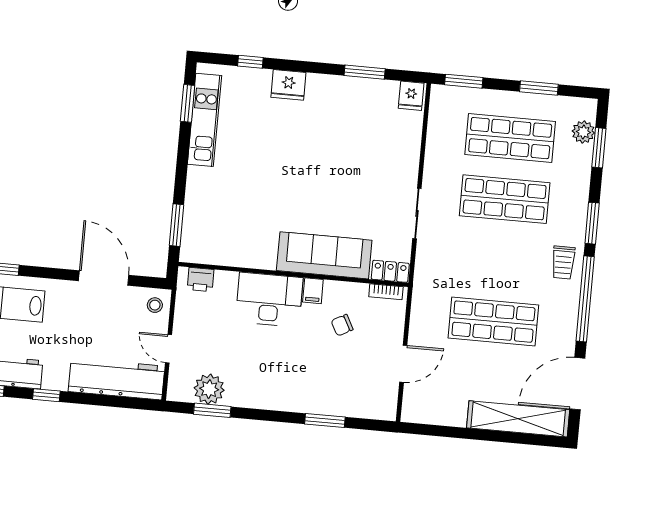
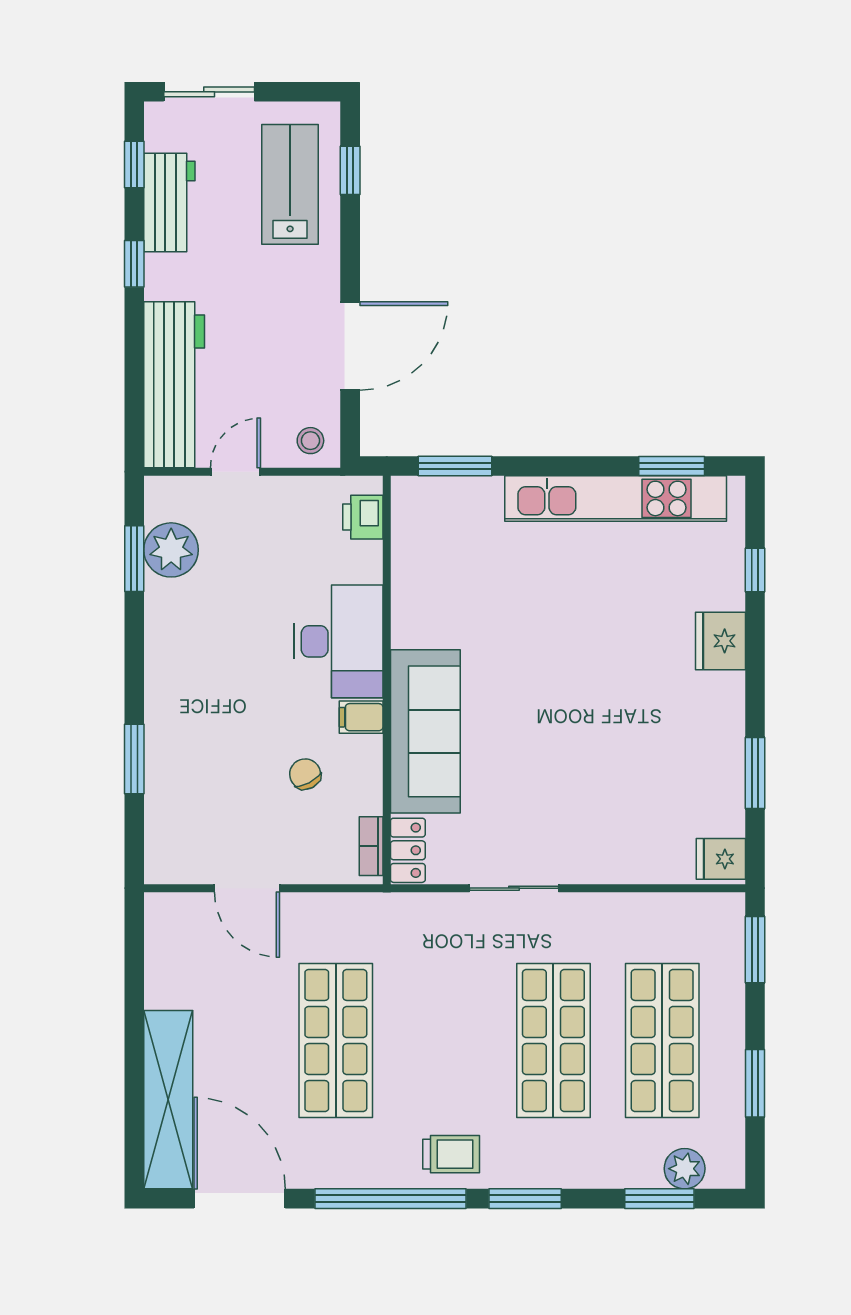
kitchen unit: (205, 120) -> (616, 498), width x1.36
trolley: (563, 263) -> (451, 1154), turned 180

